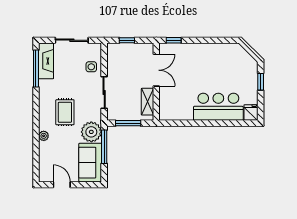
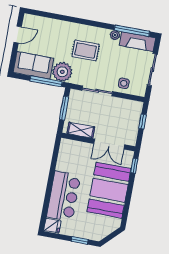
booth: (204, 61) -> (109, 190), added
plant: (44, 136) -> (115, 35), moved

